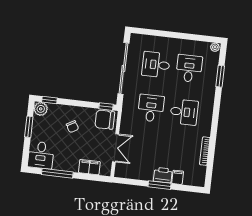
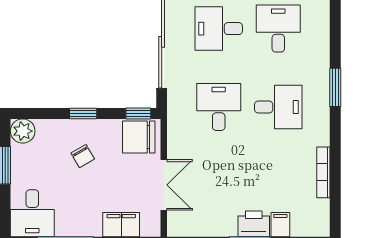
window: (220, 76) -> (335, 87), moved
window: (49, 100) -> (83, 113), moved

